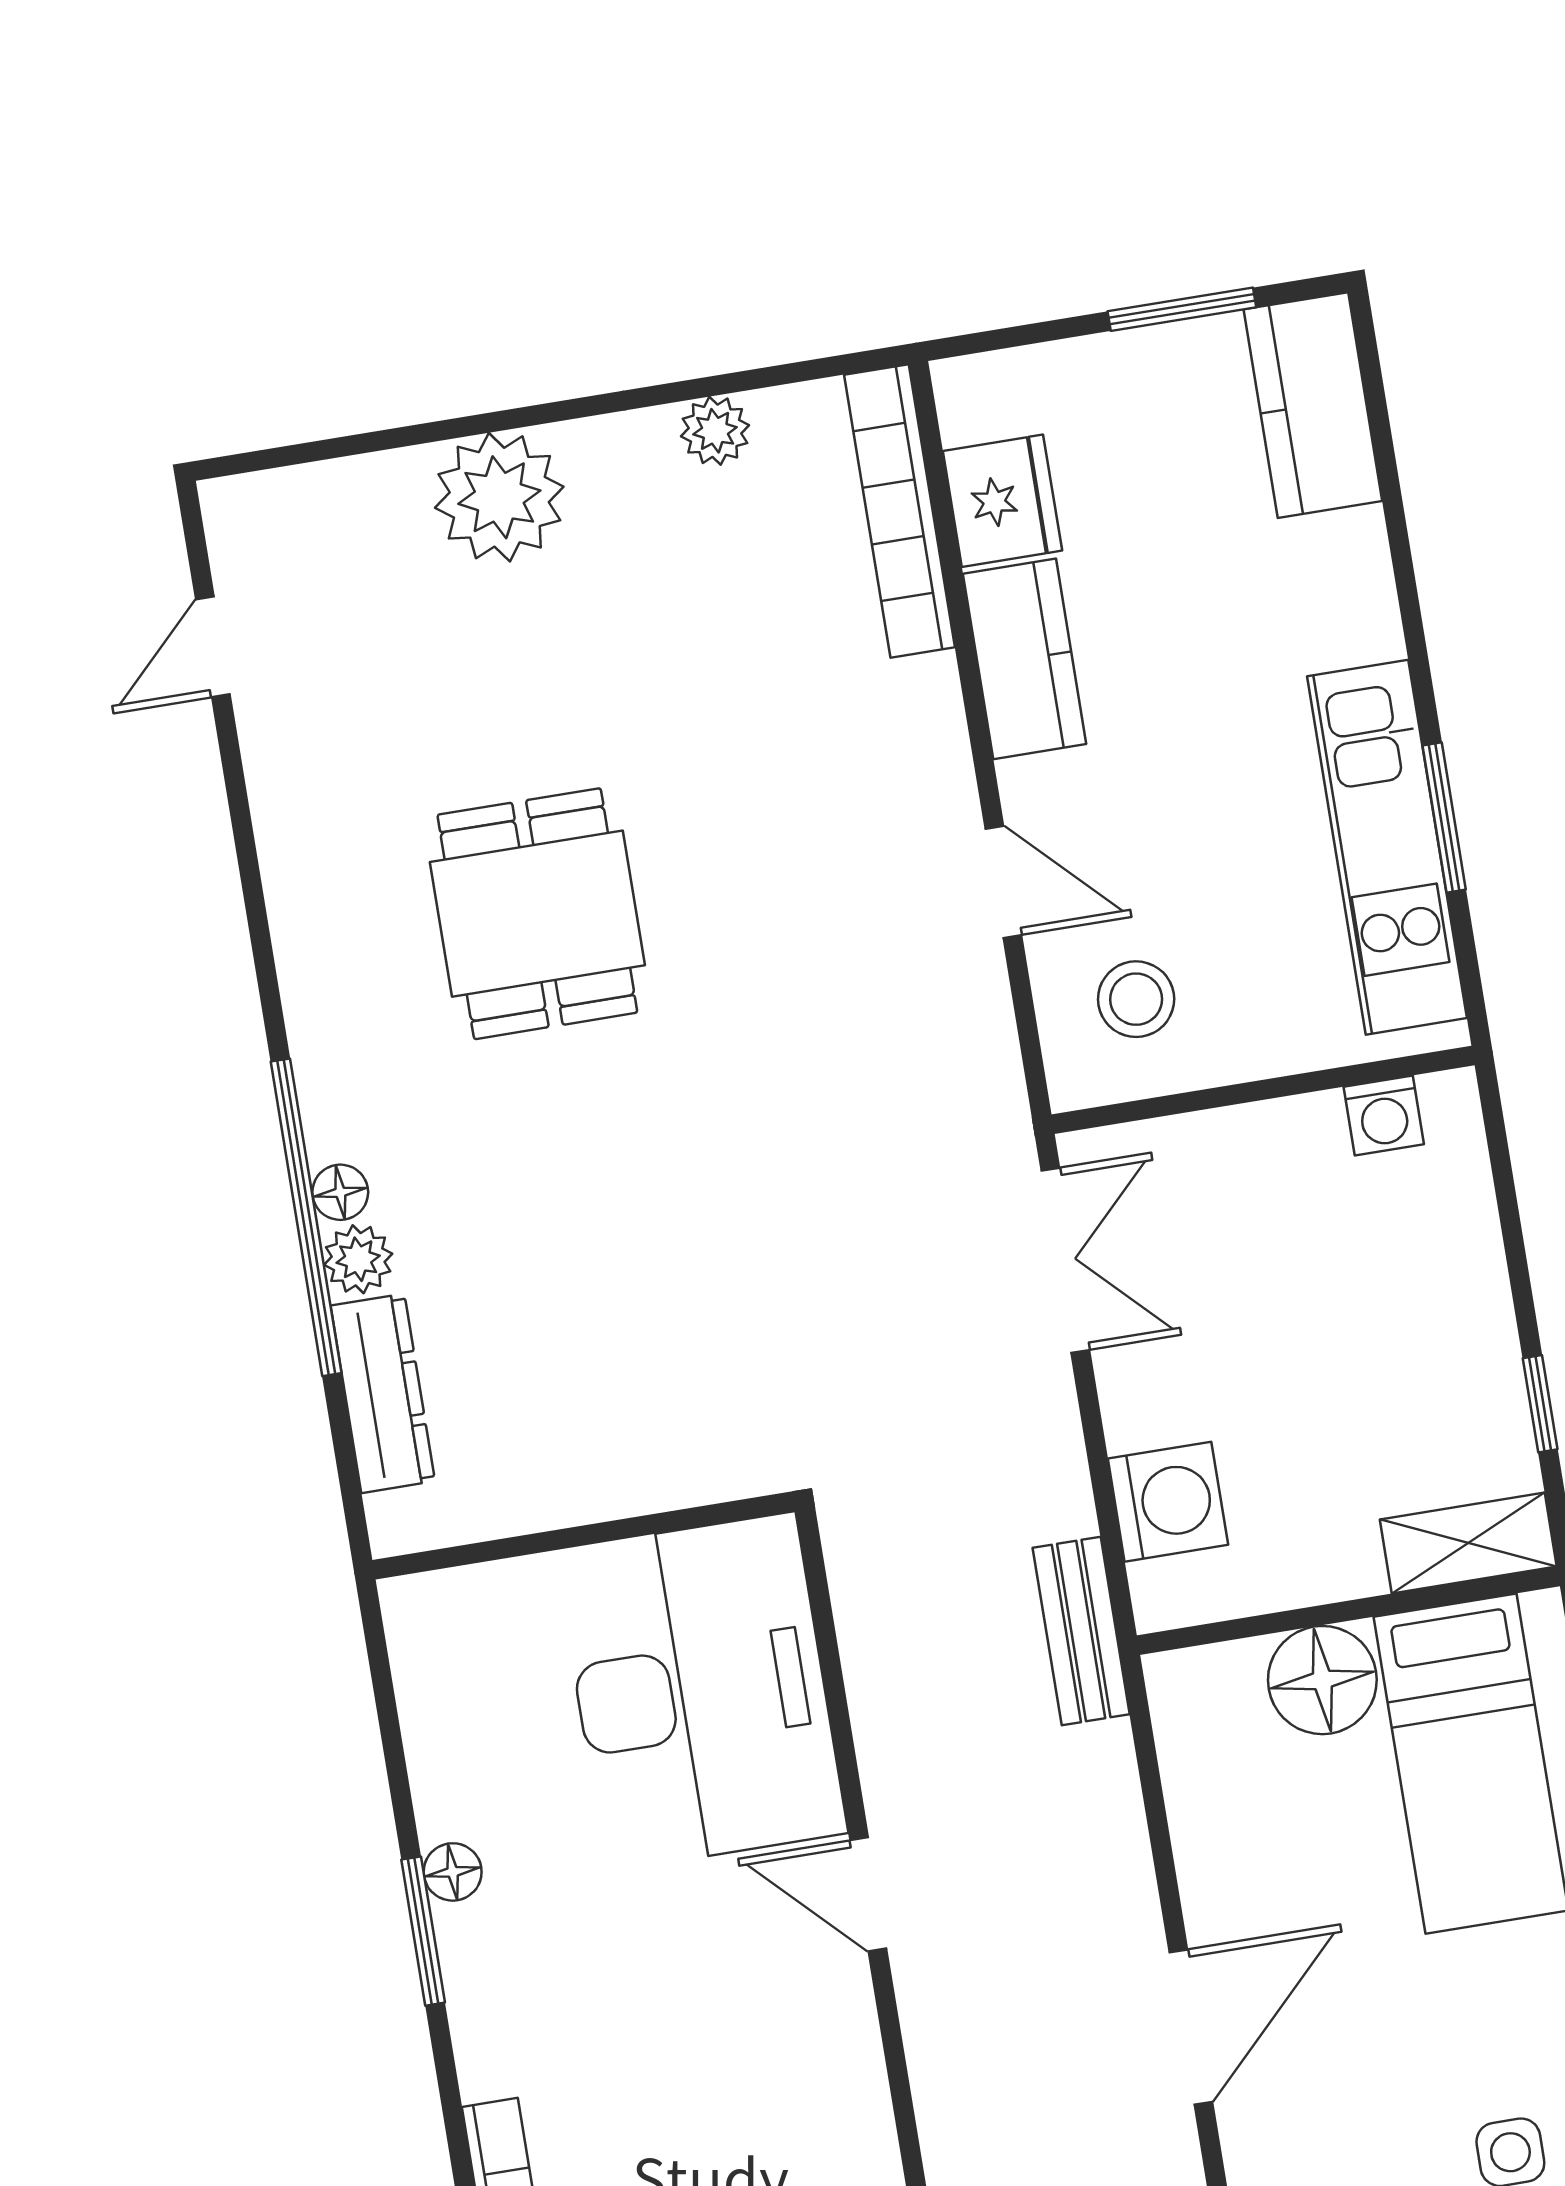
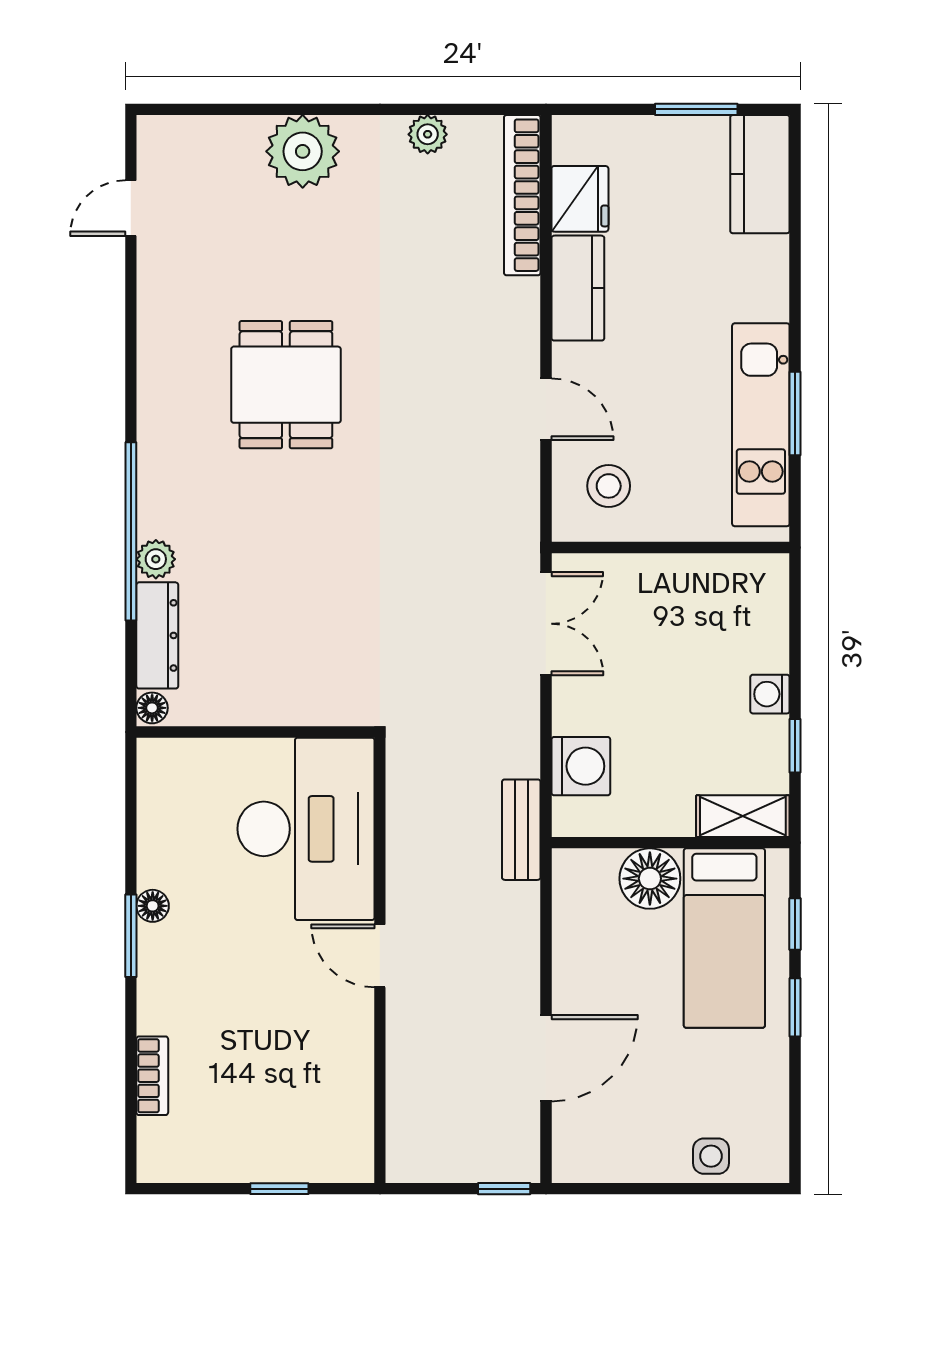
washing machine: (1384, 1116) -> (770, 694), moved, turned 90
floor lamp: (340, 1192) -> (152, 708), moved

